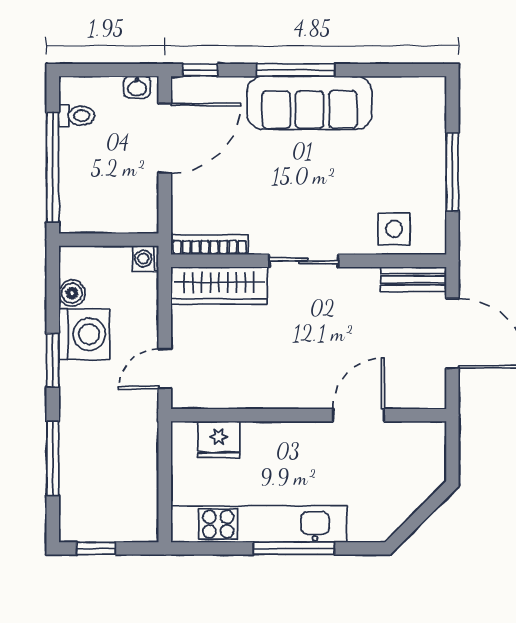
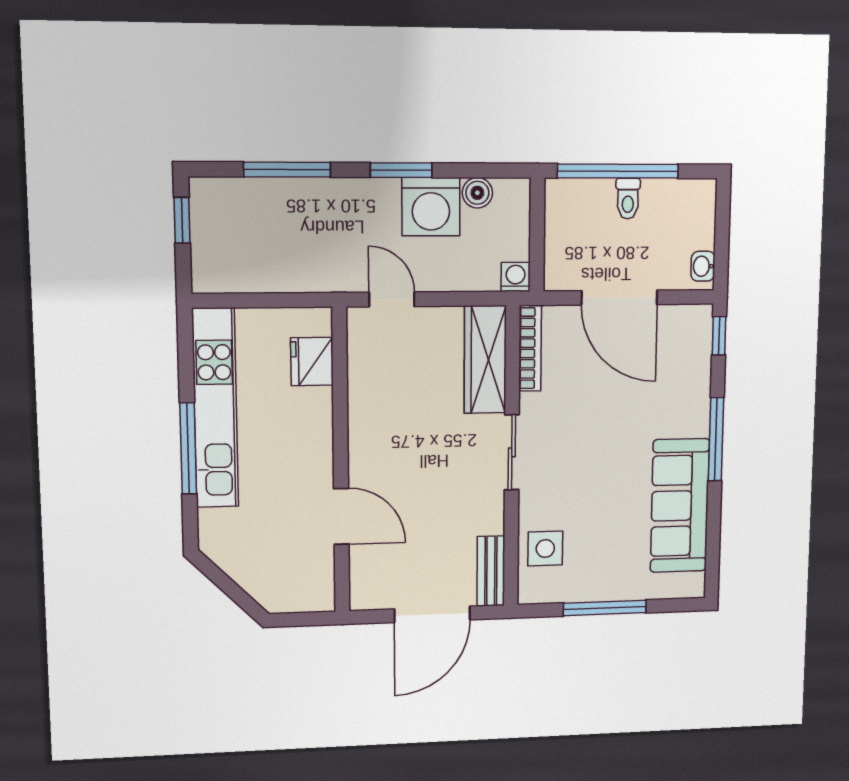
sofa: (309, 103) -> (680, 506), moved
toilet: (77, 116) -> (628, 199), moved
door: (165, 138) -> (619, 298), moved

